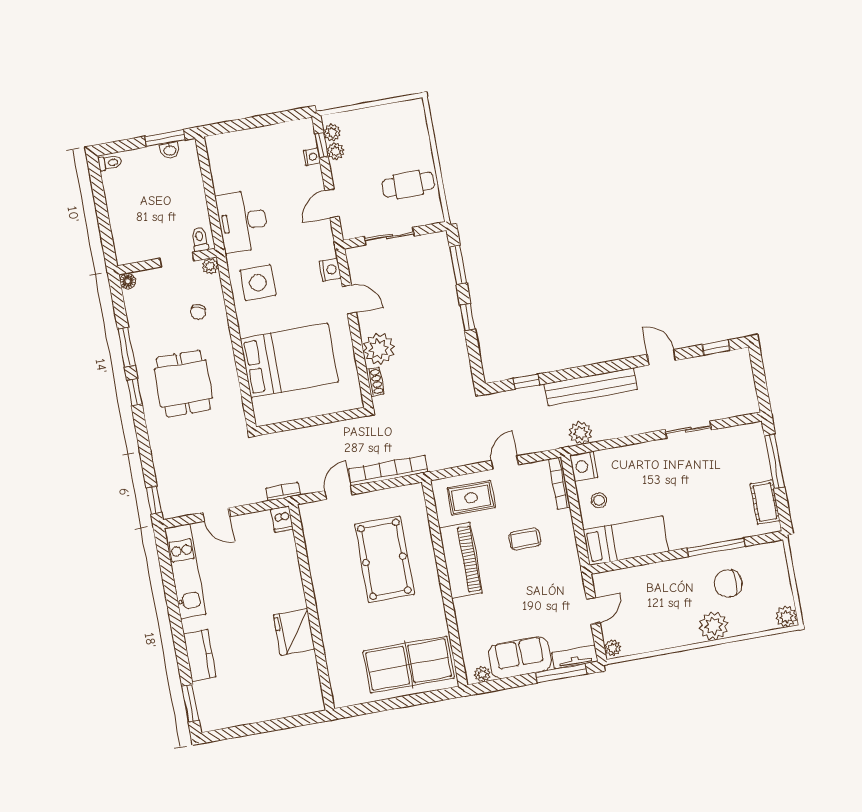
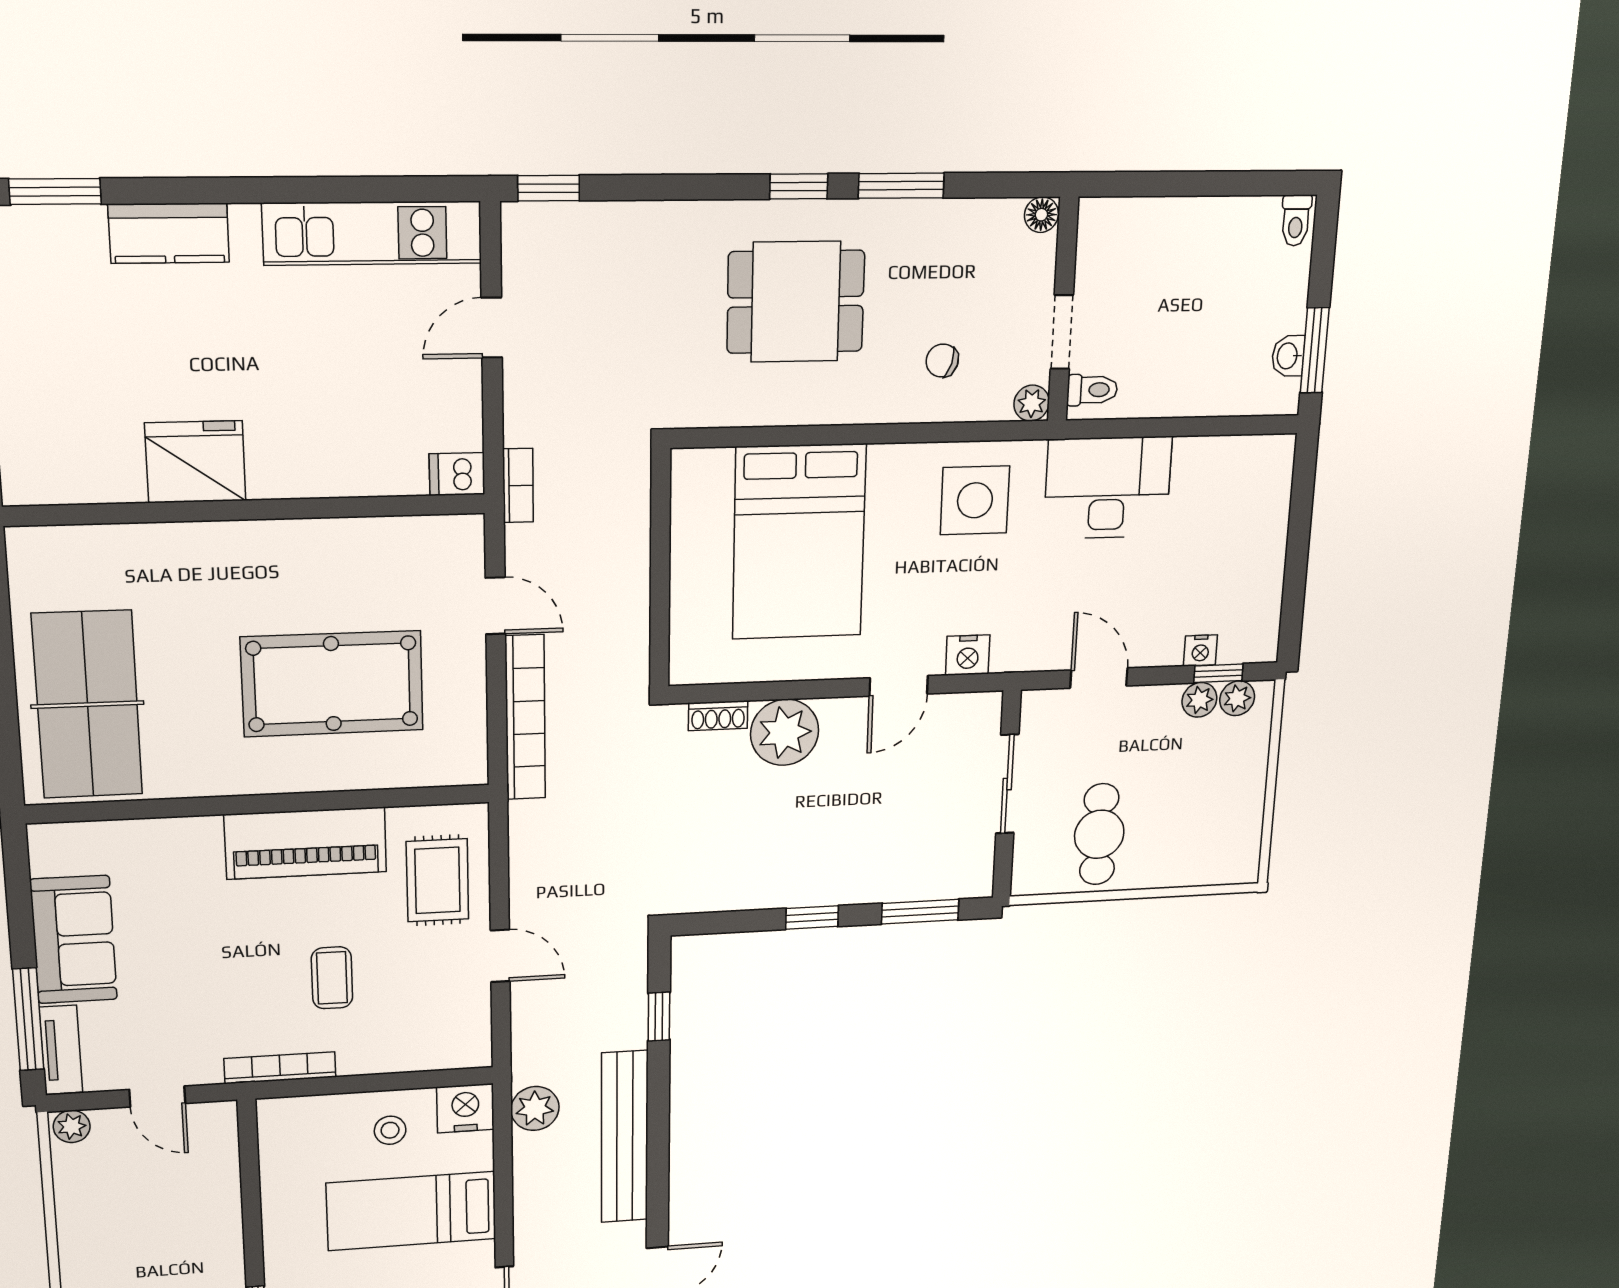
bookcase: (559, 483) -> (280, 1068), moved
bed: (626, 541) -> (411, 1211), moved, turned 90
plant: (482, 674) -> (46, 858), removed

